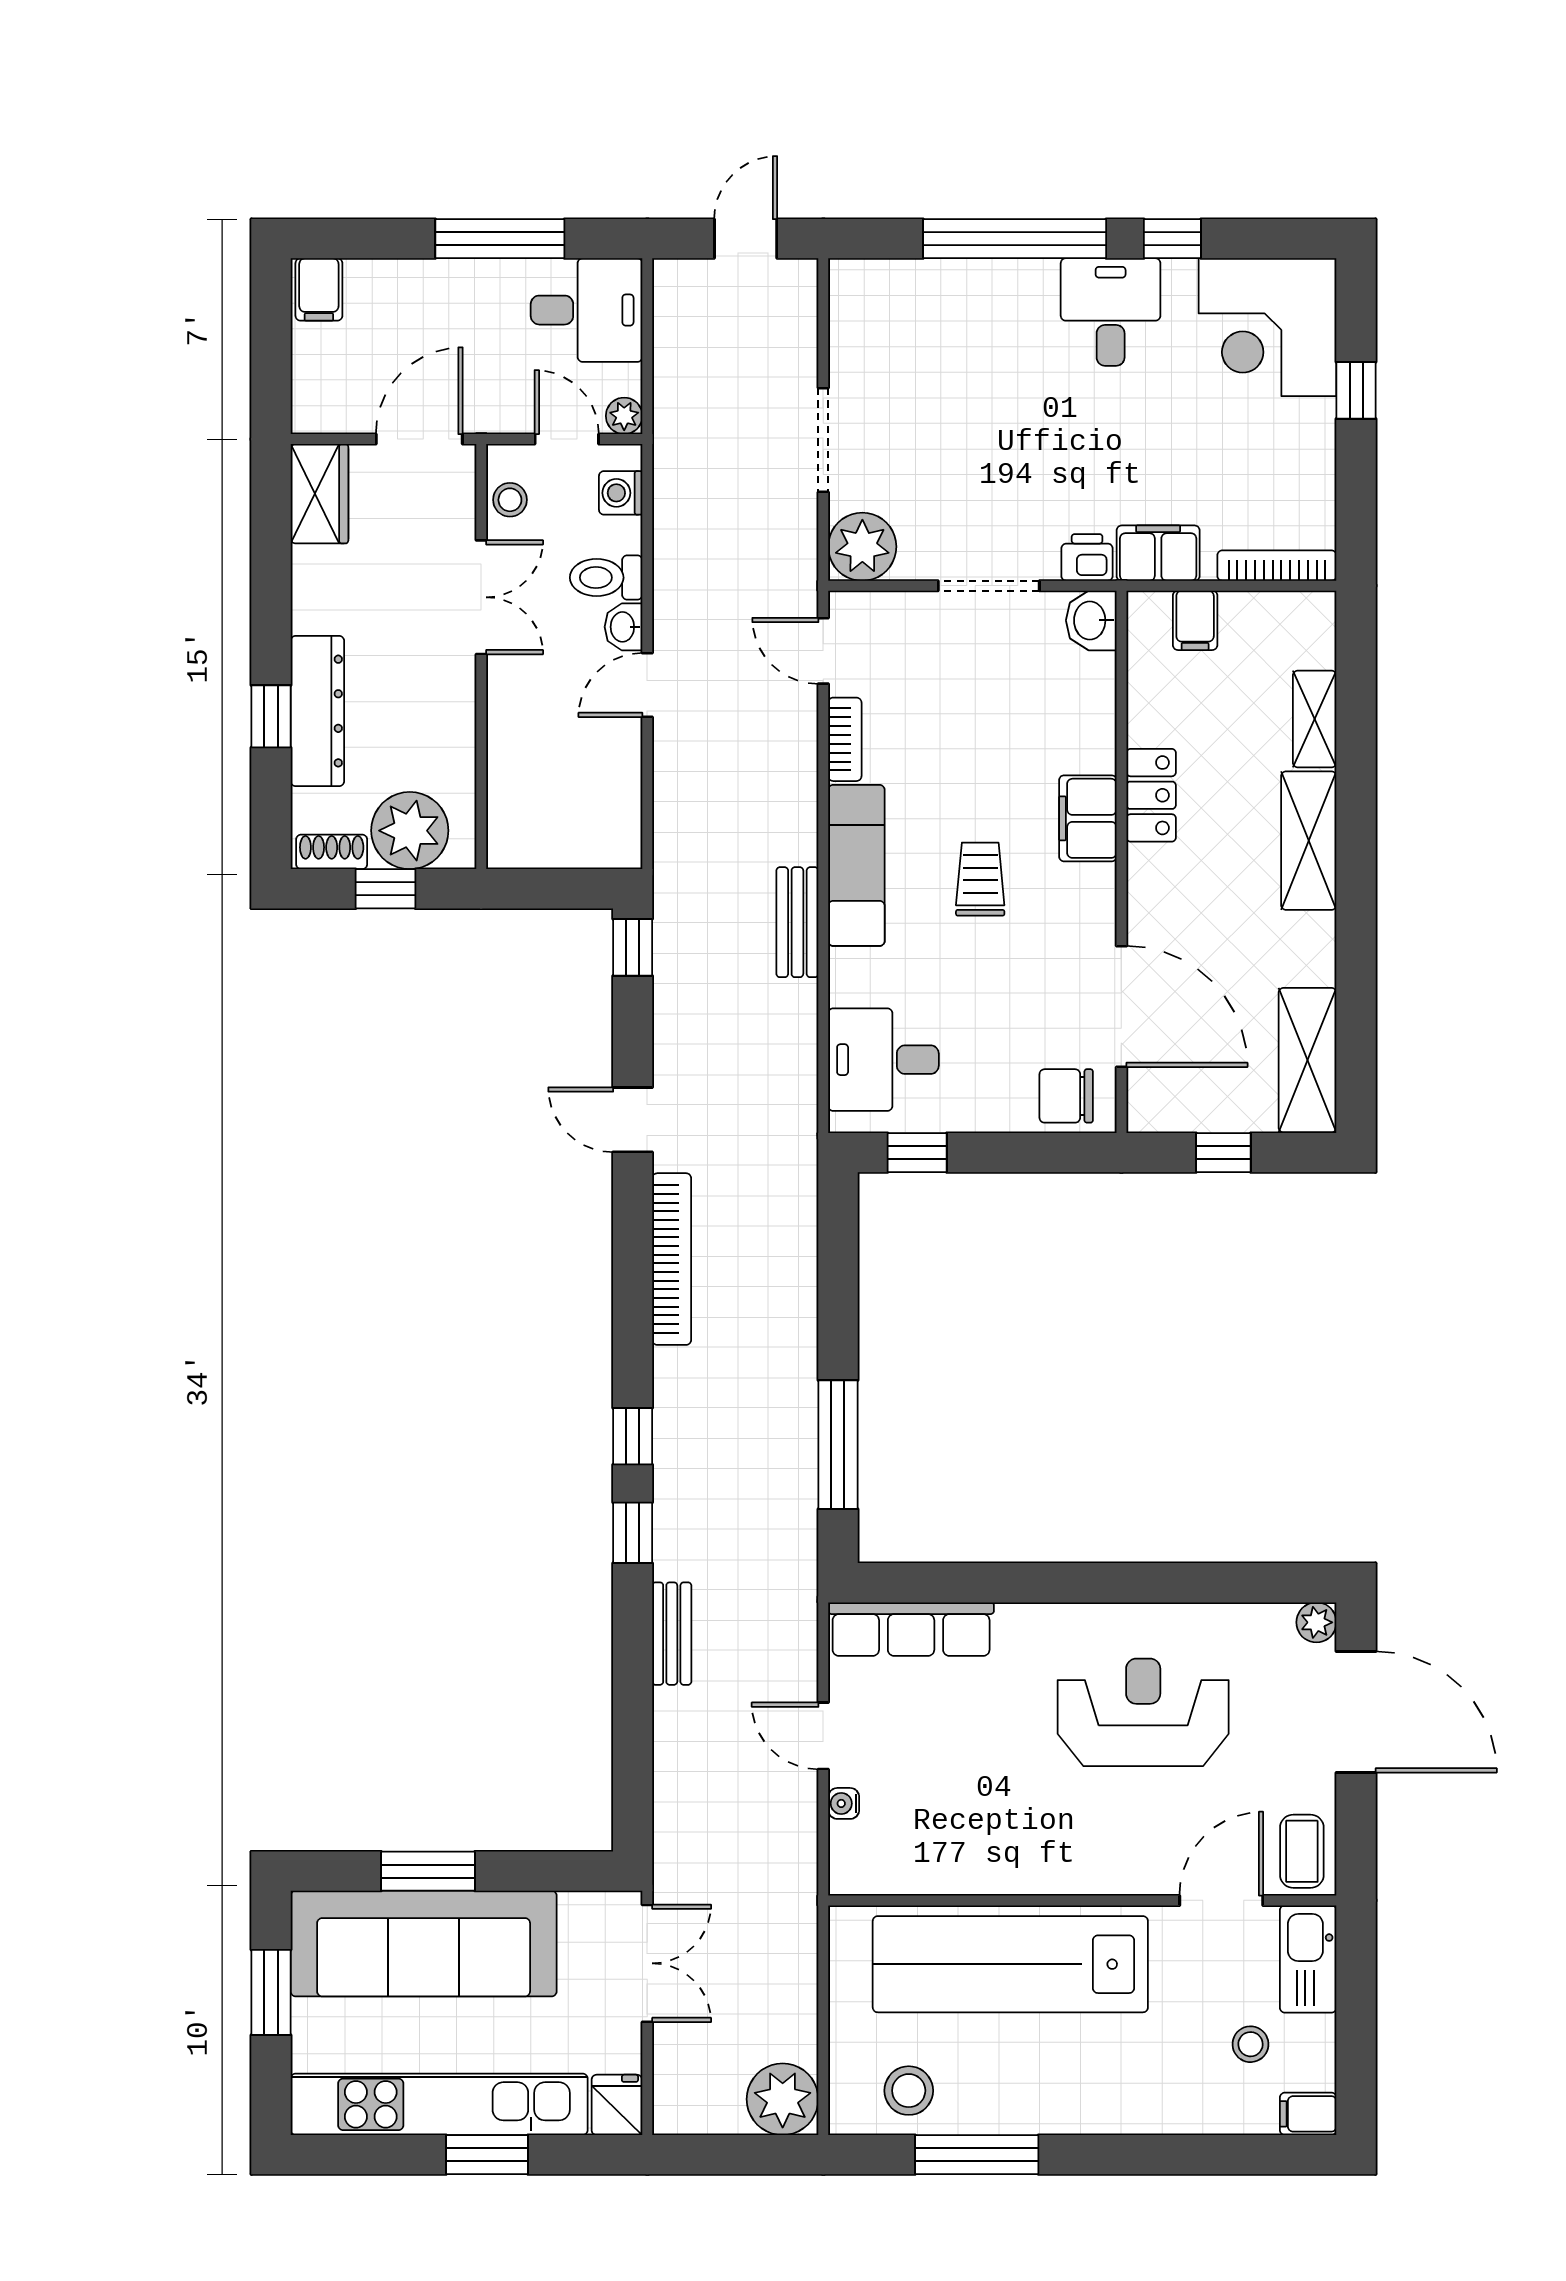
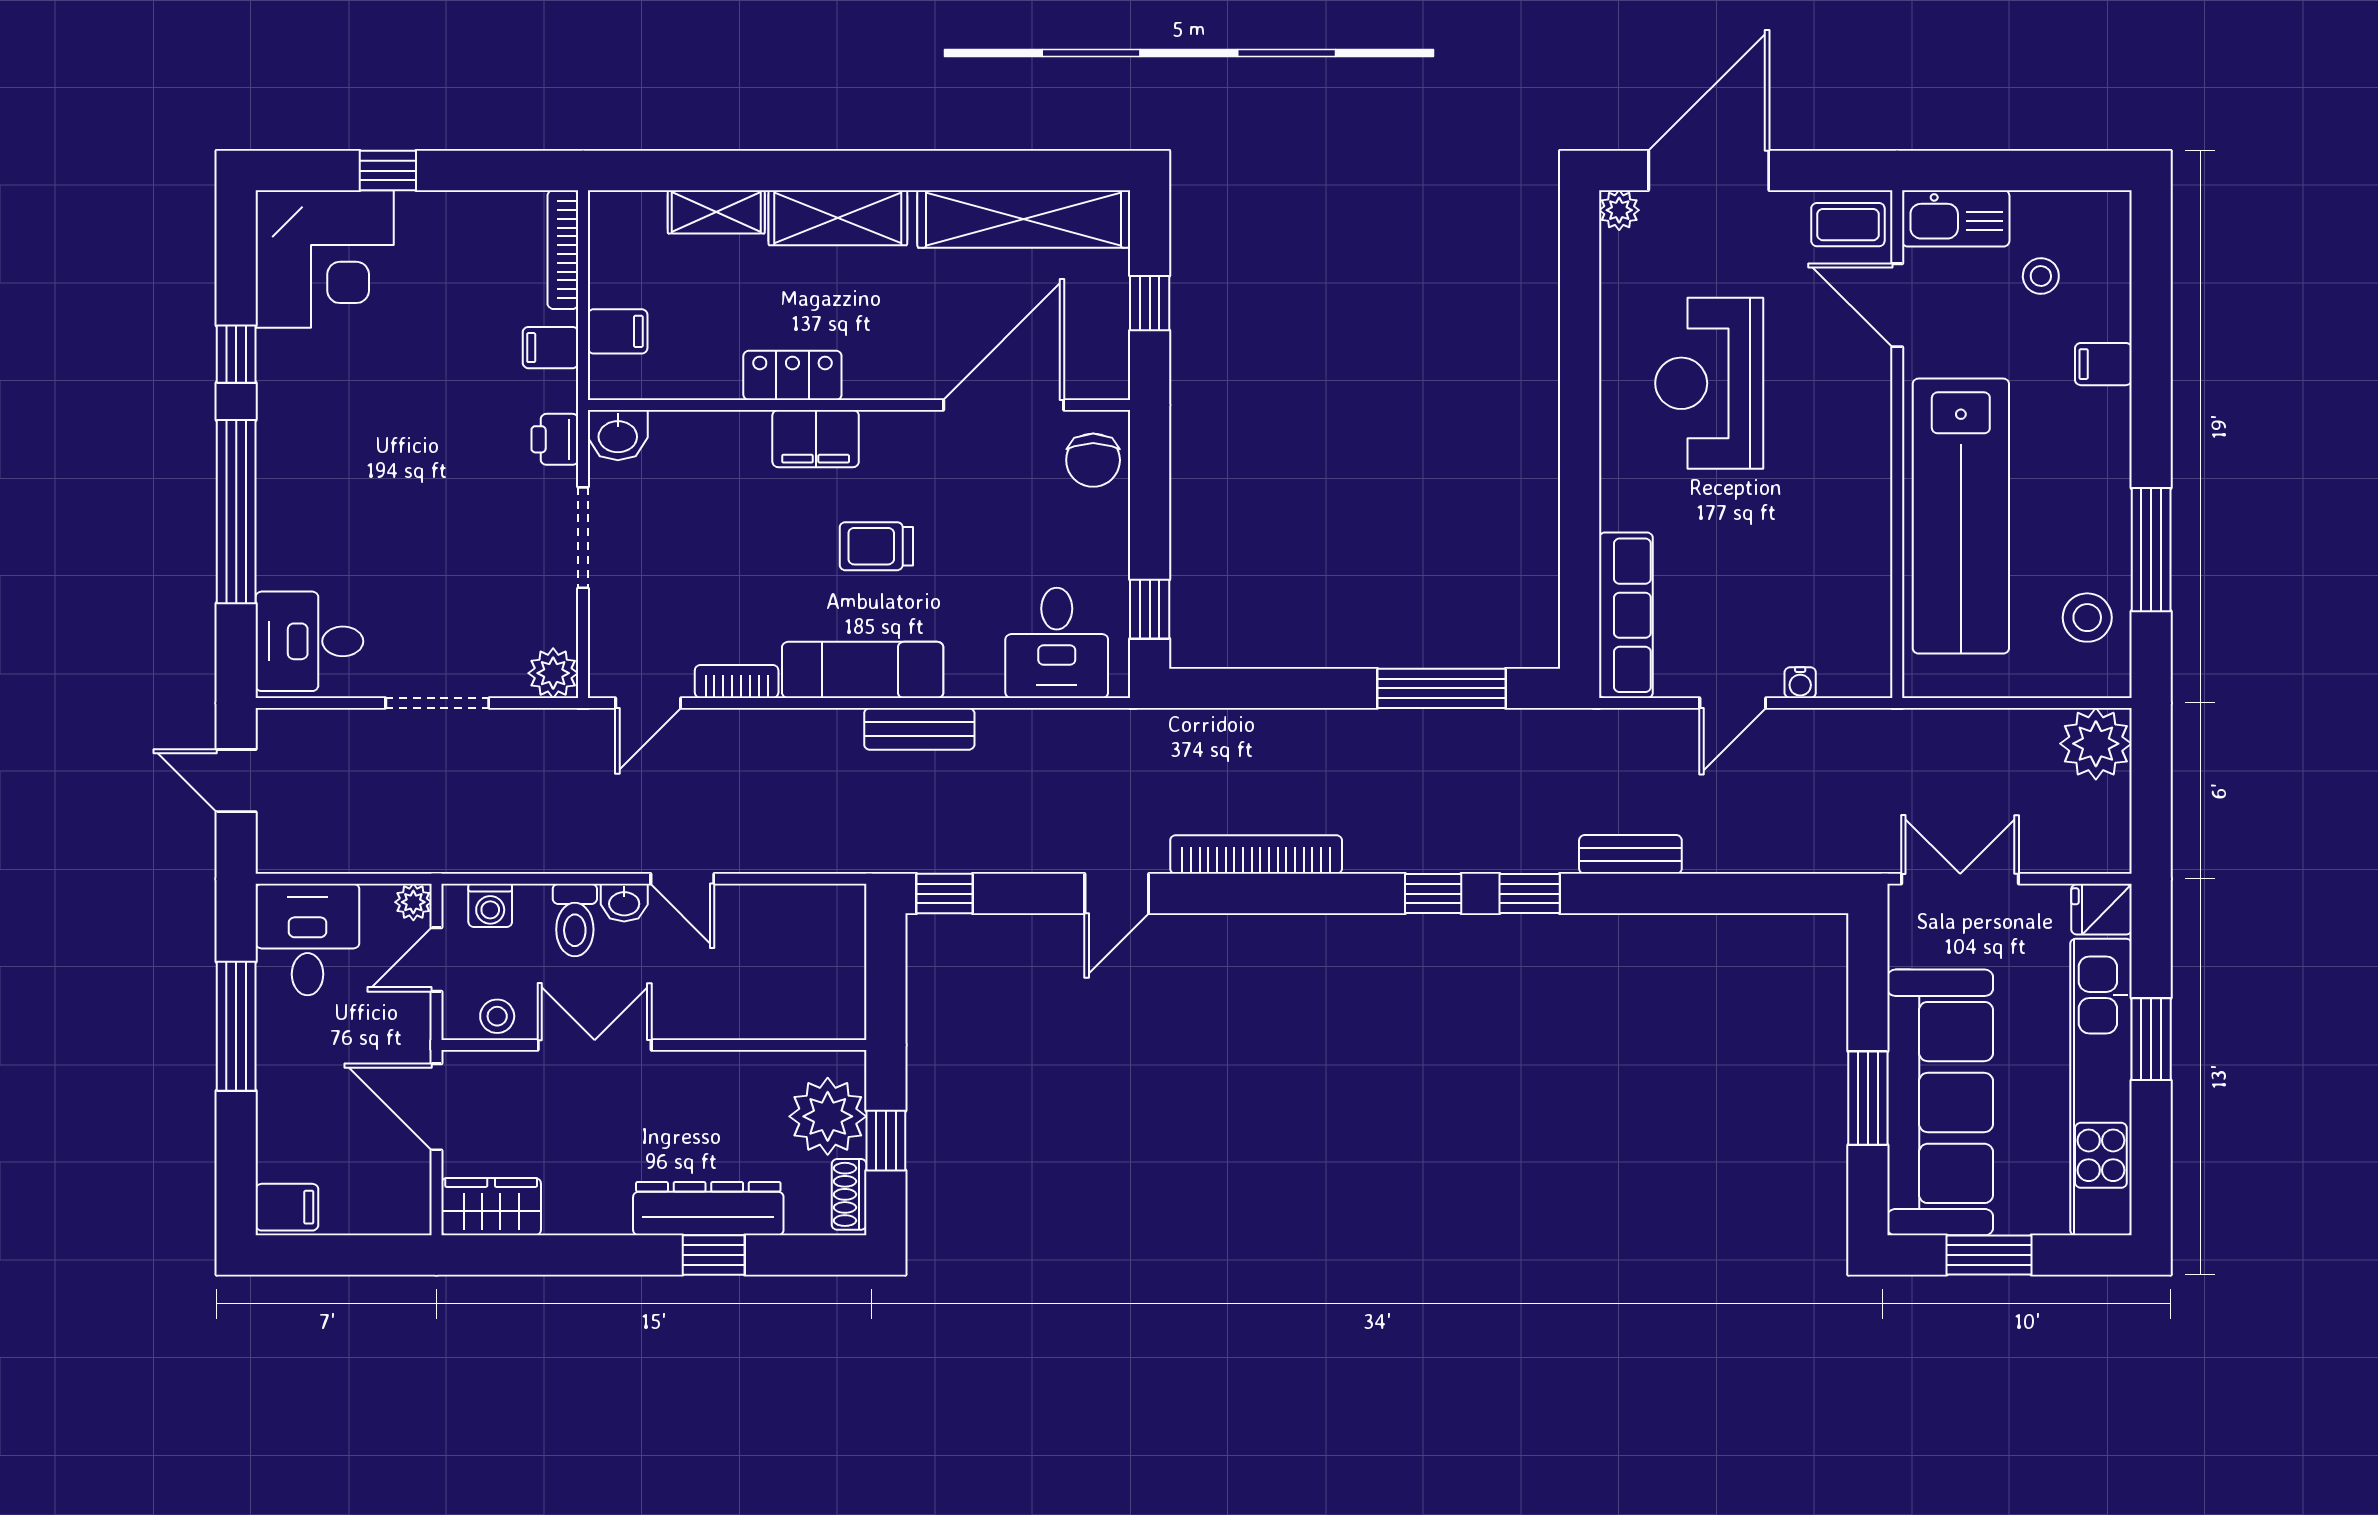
desk: (1111, 312) -> (309, 641), moved
plant: (862, 547) -> (553, 673), width x0.73, depth x0.73
filing cabinet: (1158, 553) -> (550, 348), width x0.50
shelving: (1308, 1060) -> (1023, 219), width x1.47
filing cabinet: (1308, 2114) -> (2103, 364), moved, turned 90

